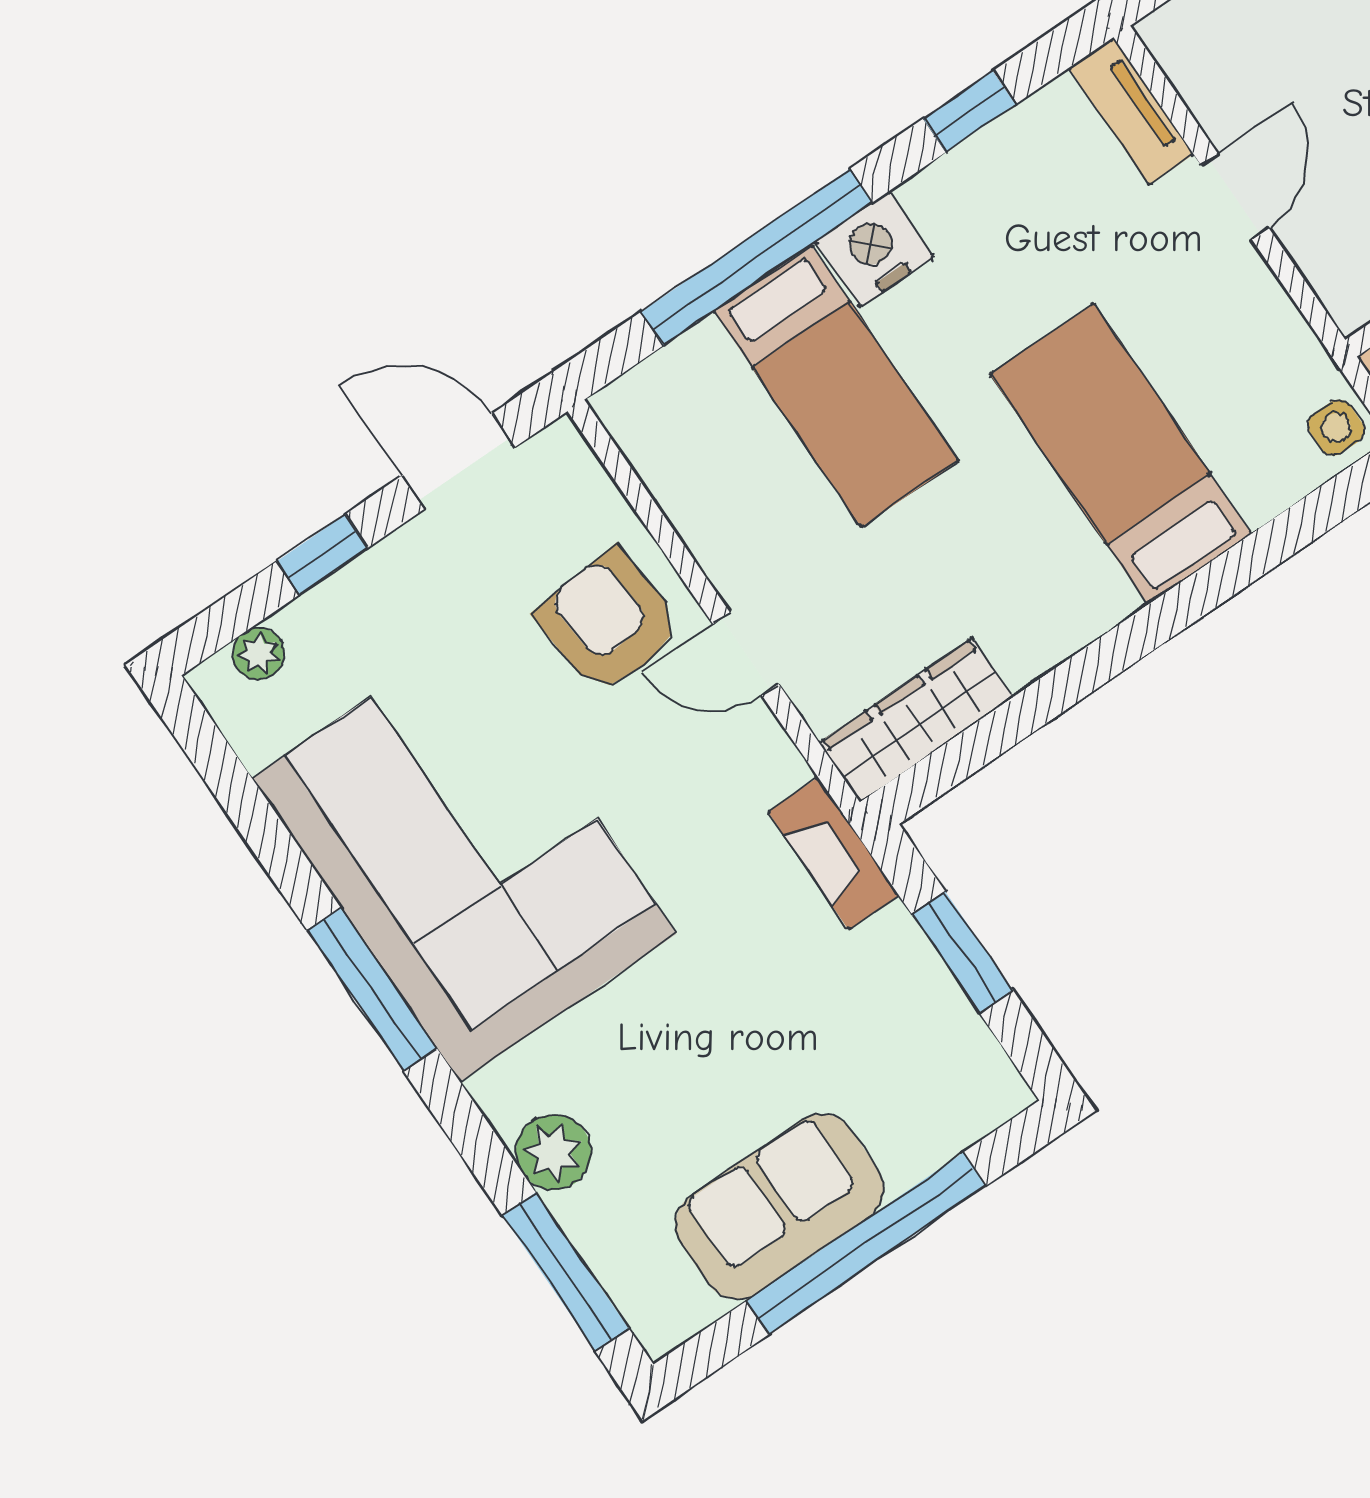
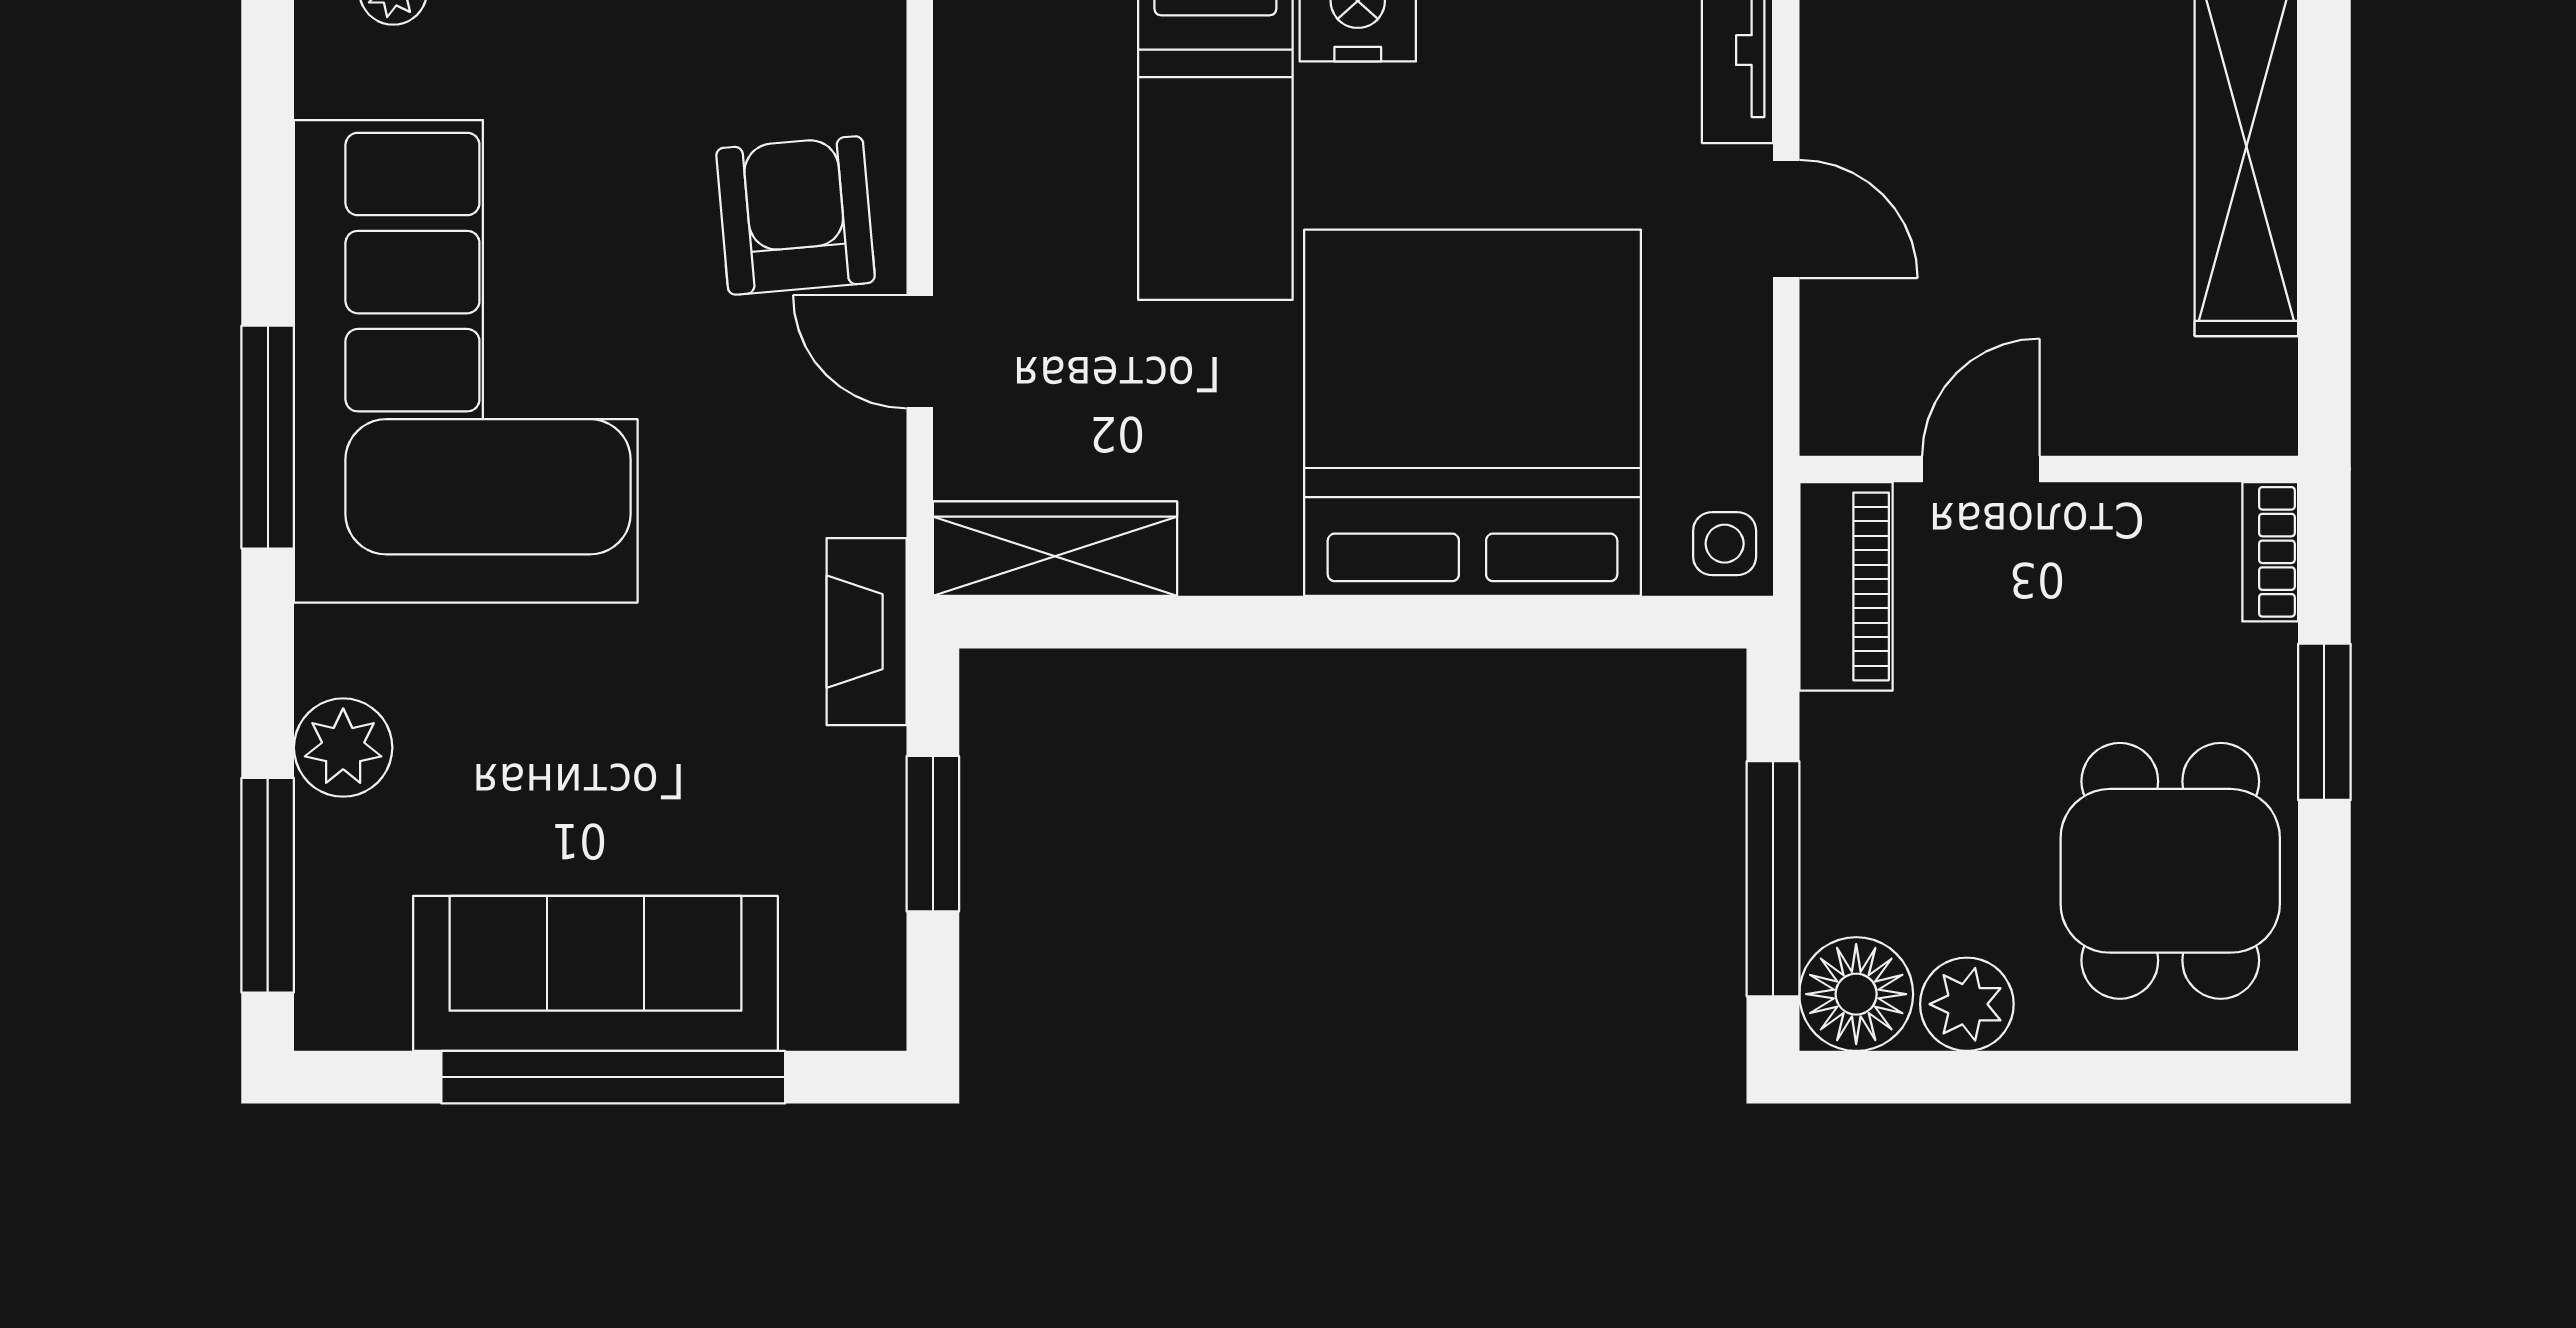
door: (1235, 197) -> (1786, 219), hinge flipped
bed: (1121, 454) -> (1472, 413), width x2.04
sofa: (780, 1207) -> (595, 973), width x1.36

